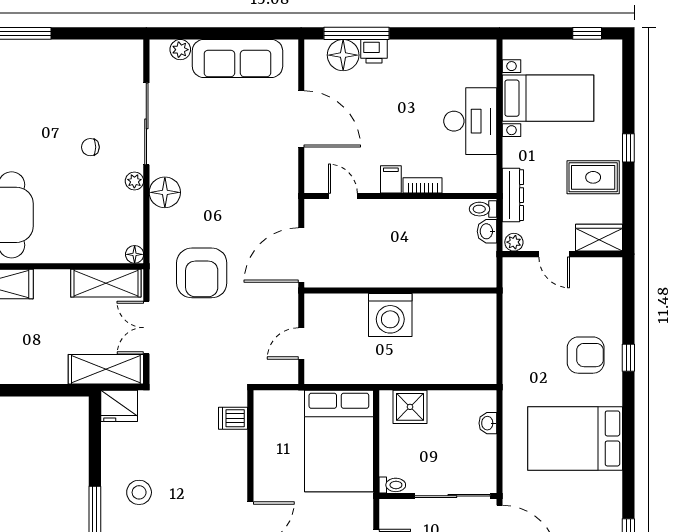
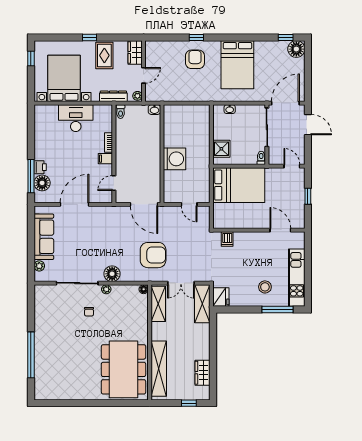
bed with nightstands: (548, 98) -> (64, 78), width x1.36
washbasin: (487, 231) -> (154, 110), moved

